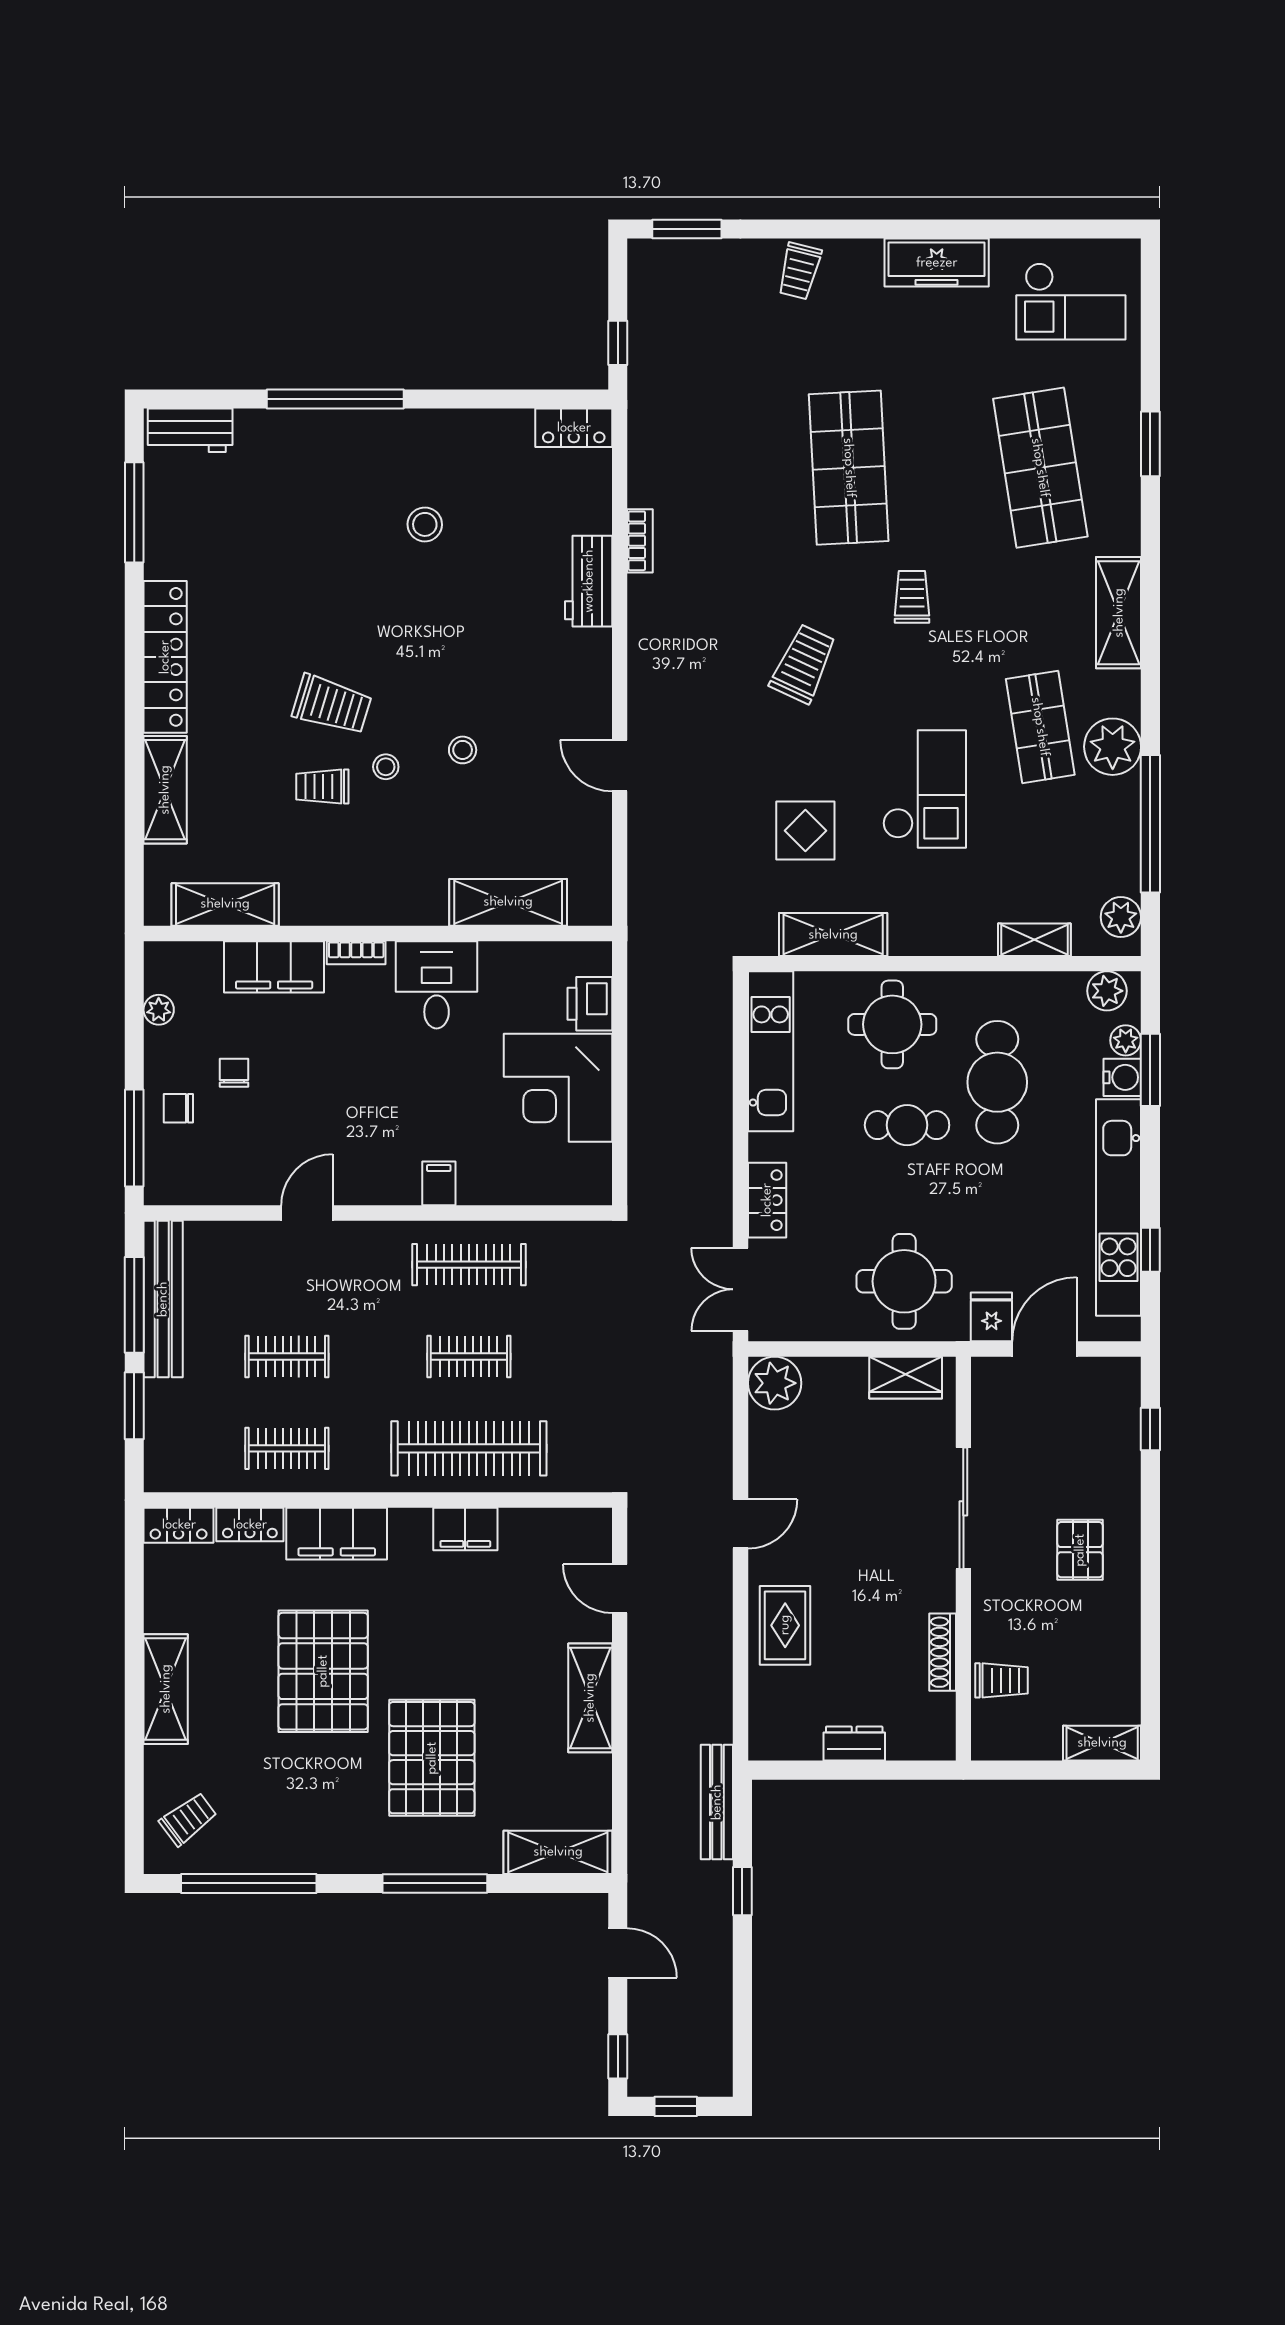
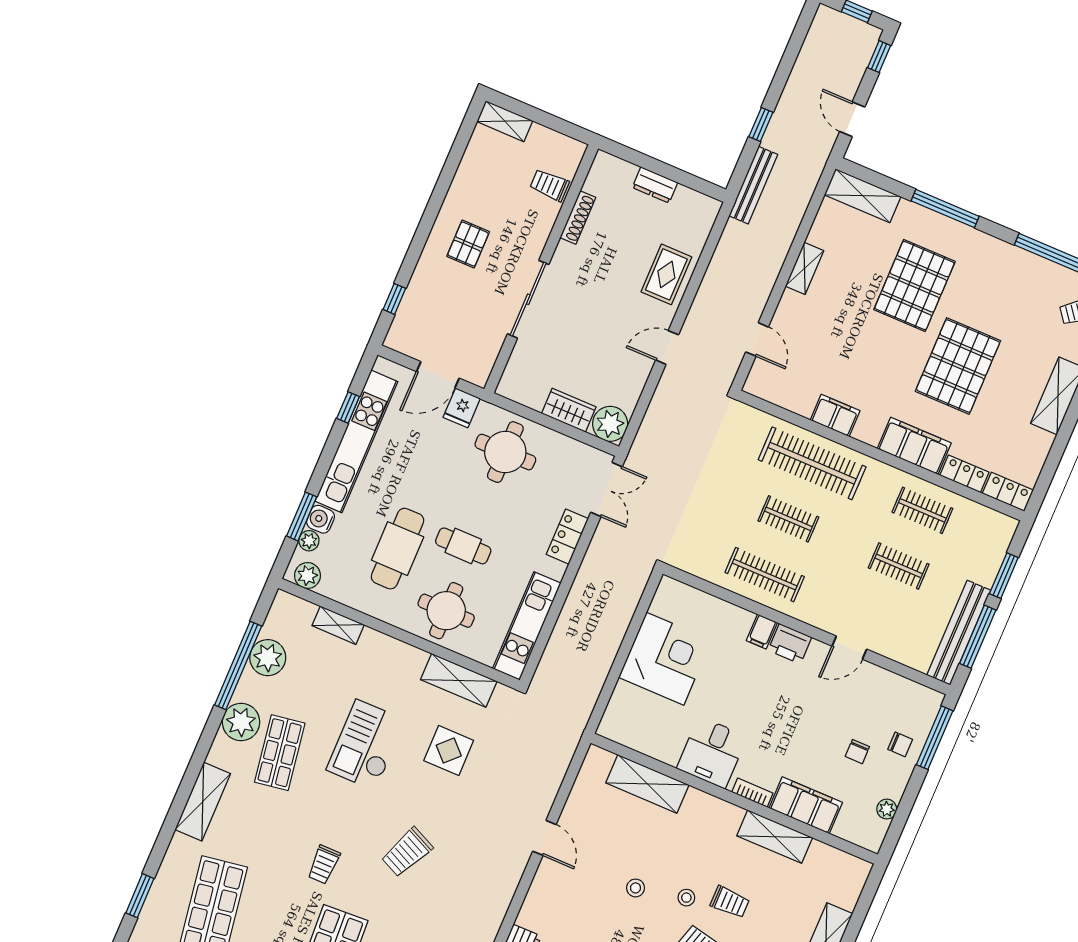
shelving: (225, 904) -> (775, 837), moved
plant: (1121, 917) -> (268, 658), moved, width x1.36, depth x1.36
printer: (590, 1004) -> (790, 644), moved, turned 90
wardrobe: (906, 1378) -> (569, 410), moved
shelving: (590, 1698) -> (804, 268), width x0.67, depth x0.75

